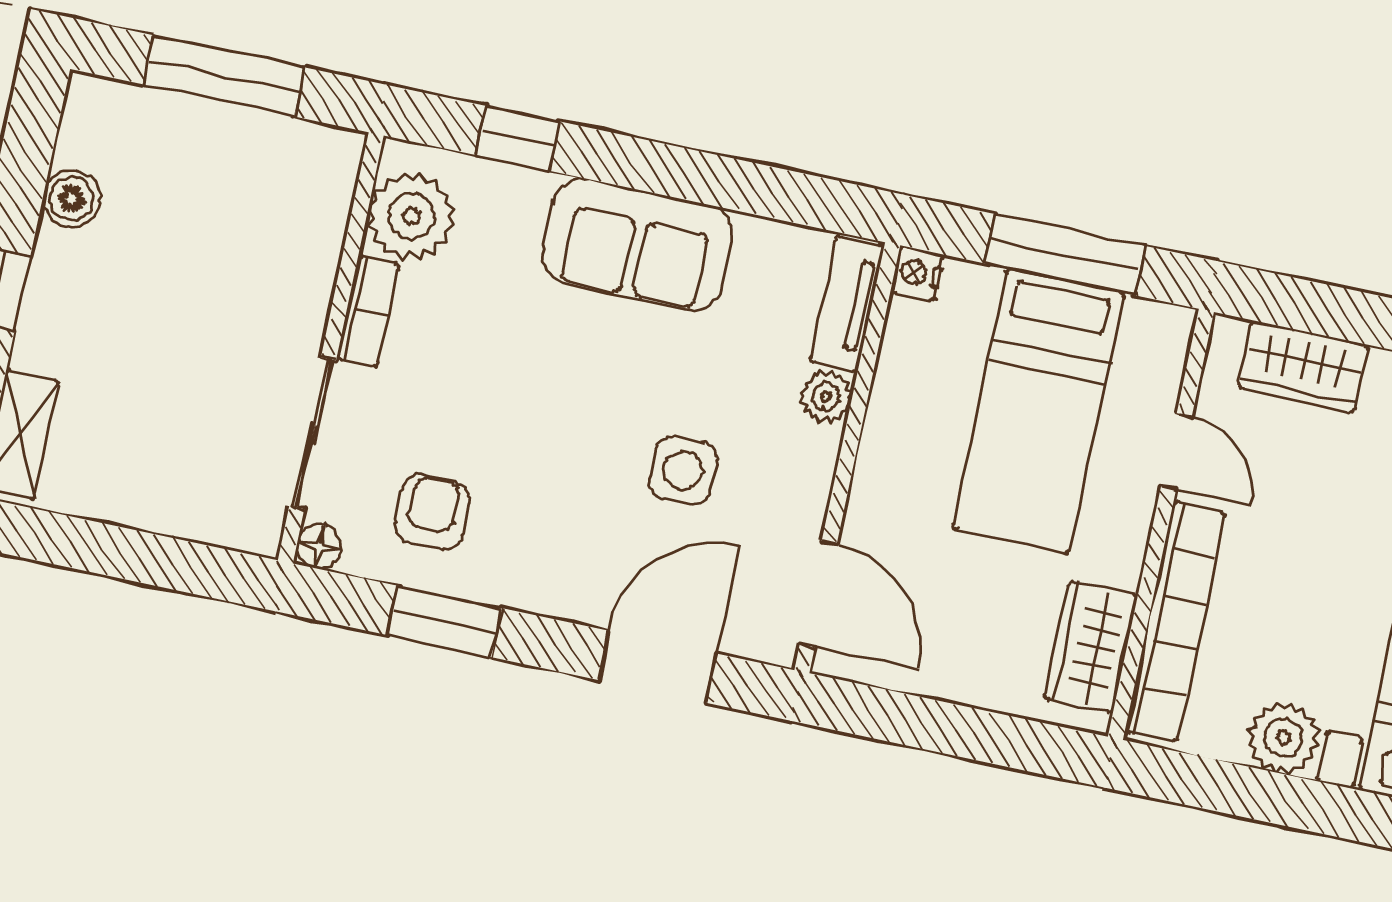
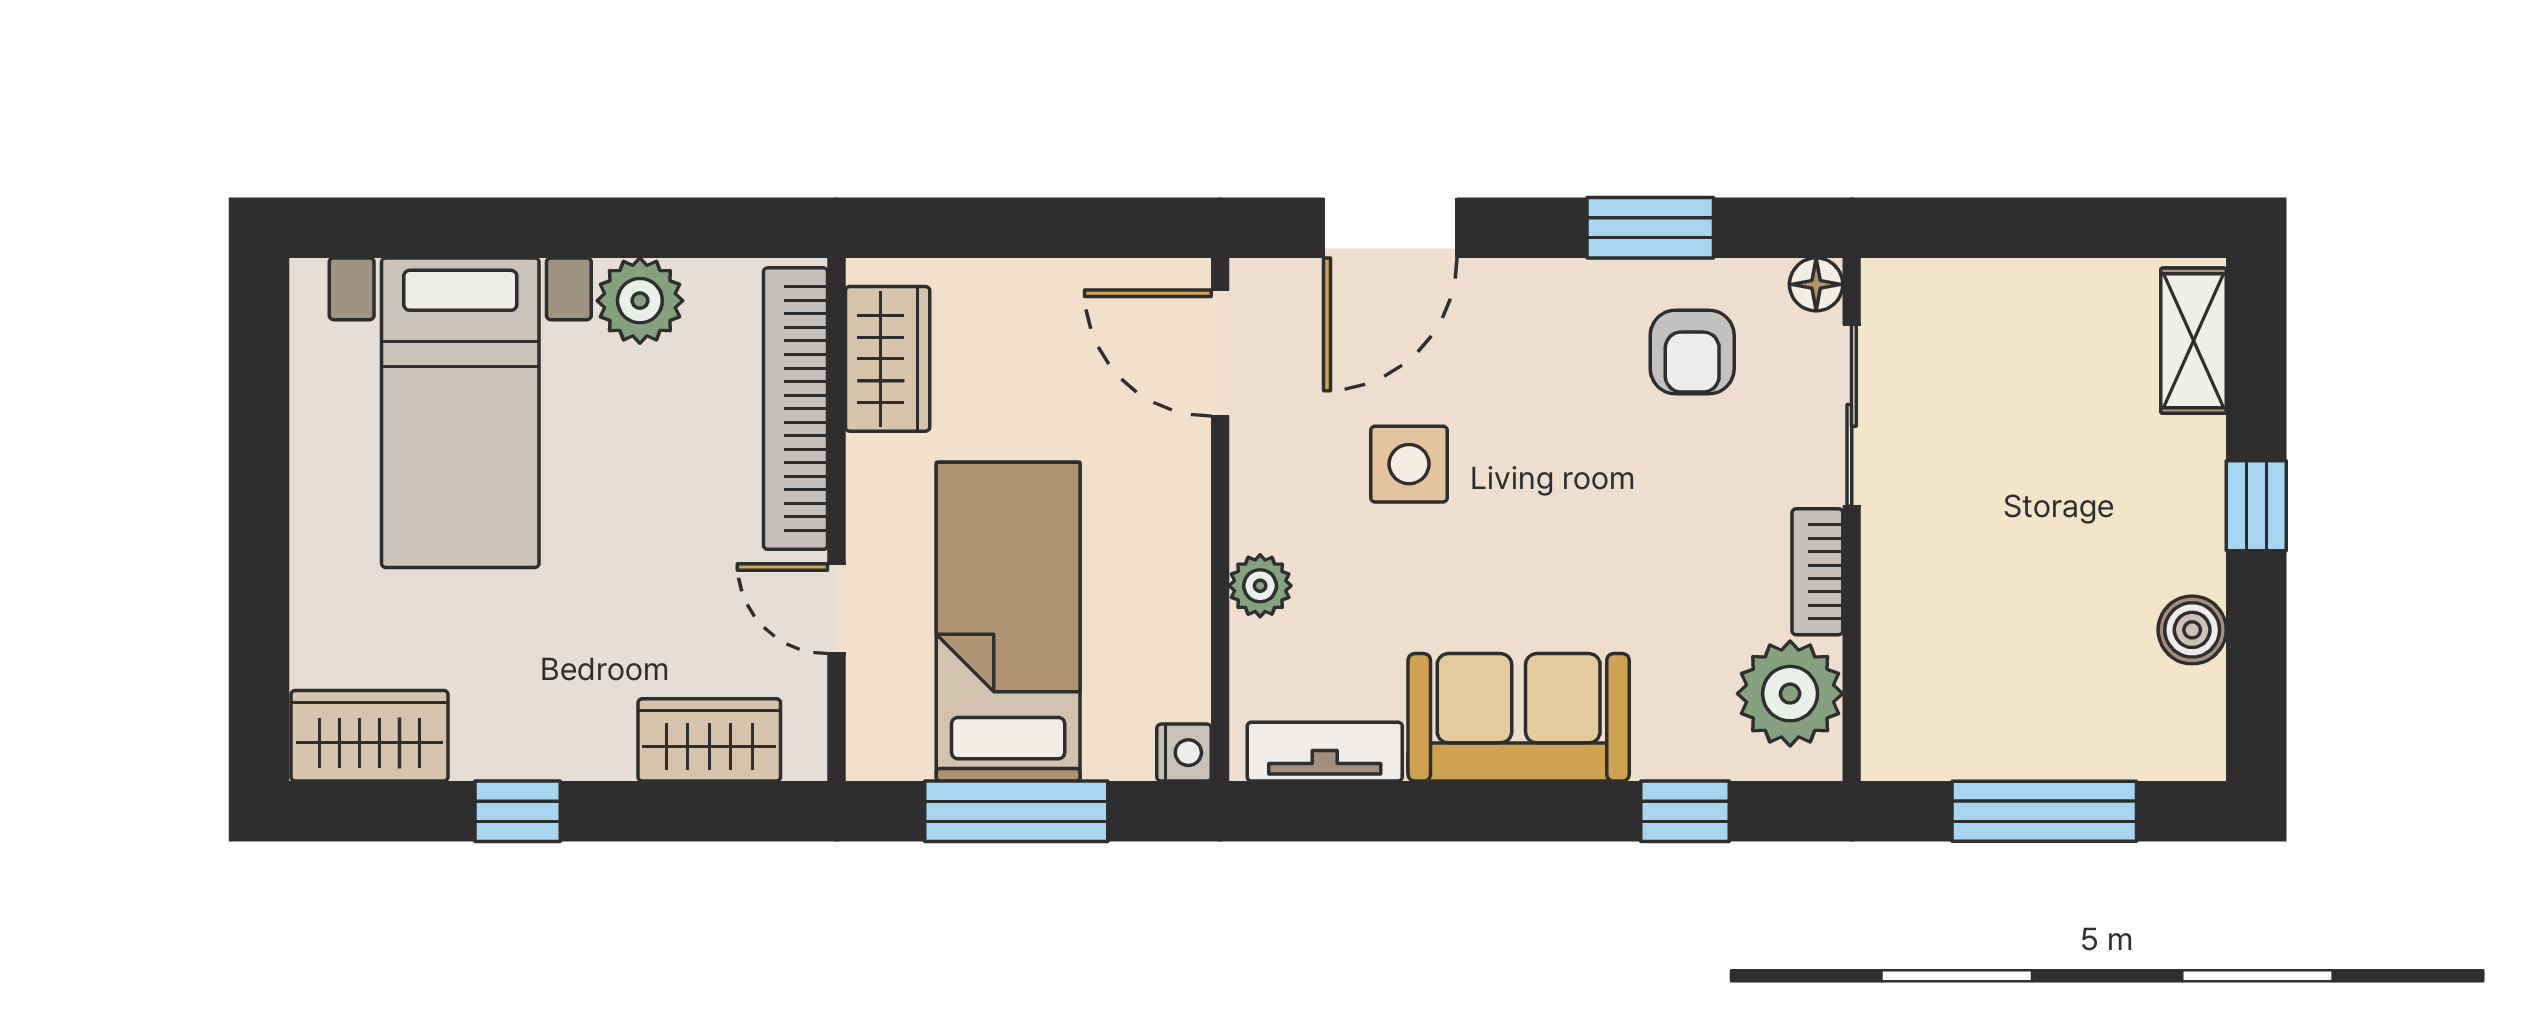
tv unit: (847, 303) -> (1325, 752), moved, turned -90

